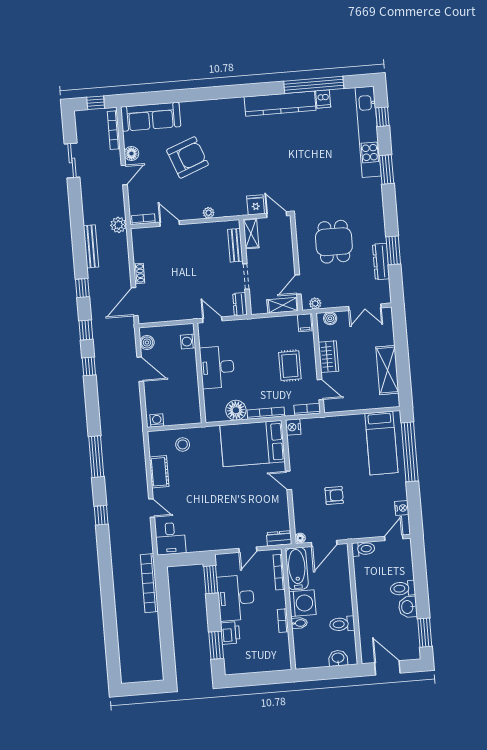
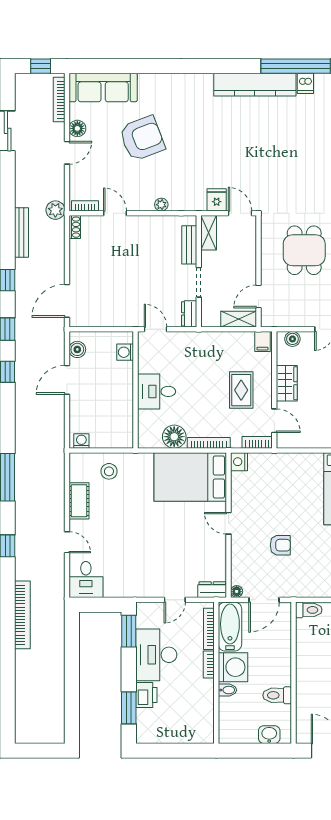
shoe rack: (139, 273) -> (75, 227), moved
plant: (315, 303) -> (277, 320), removed
desk: (217, 367) -> (157, 391), width x0.73
door: (140, 369) -> (67, 380), swing flipped
bookcase: (149, 583) -> (22, 615), moved, turned 180
bookcase: (283, 621) -> (209, 665), moved

